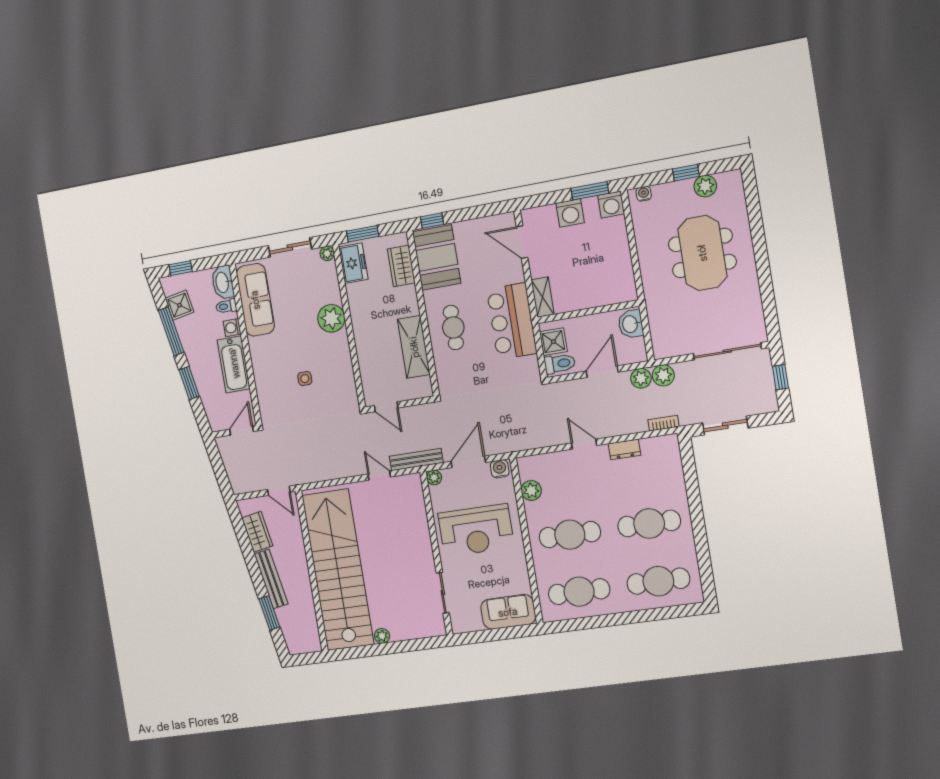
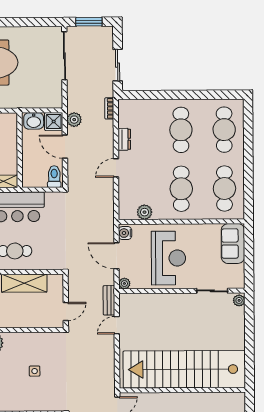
shower: (553, 342) -> (54, 122), moved
plant: (663, 375) -> (75, 103), removed
window: (780, 377) -> (89, 22), width x1.50
bench: (416, 460) -> (109, 300), width x0.73
plant: (382, 636) -> (239, 300), moved

